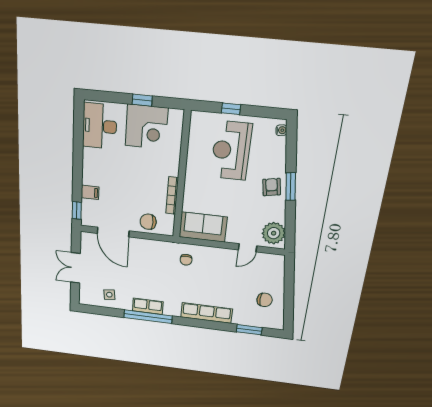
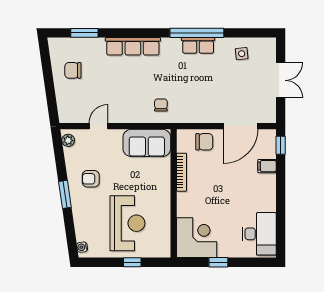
corner desk: (146, 127) -> (197, 238), moved, turned 90
armchair: (272, 187) -> (91, 179), moved, turned 100
door: (113, 232) -> (241, 126), swing flipped
plant: (274, 233) -> (68, 140), width x0.53, depth x0.53

